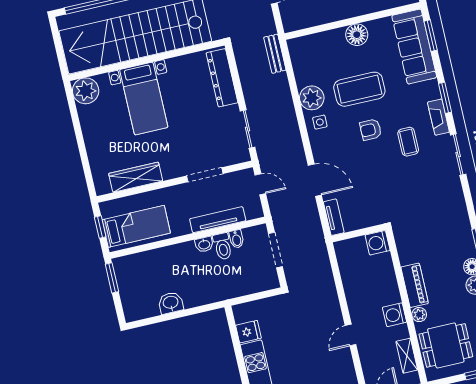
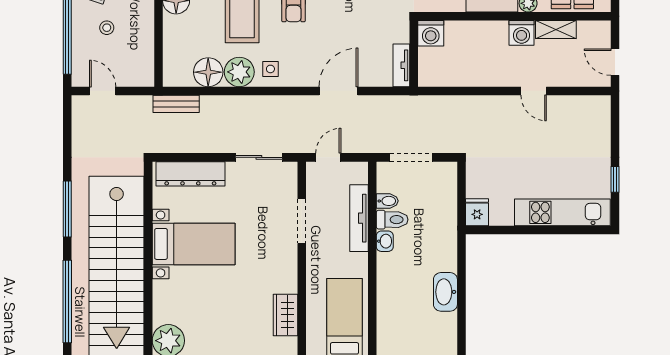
floor lamp: (306, 73) -> (208, 72), added
bed with nightstands: (144, 99) -> (194, 244), moved
wardrobe: (136, 177) -> (285, 315), width x0.67
tv unit: (334, 217) -> (401, 65), moved, turned -90
washbasin: (171, 303) -> (445, 292), width x1.38
fridge: (248, 332) -> (477, 212), moved
shelving: (407, 356) -> (556, 30), moved

